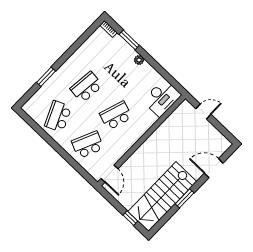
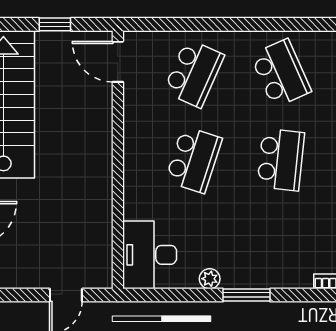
window: (129, 40) -> (246, 295), moved
plant: (139, 60) -> (210, 279), moved
window: (130, 218) -> (55, 24), moved

